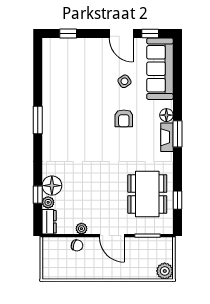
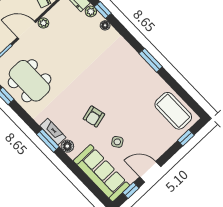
coffee table: (58, 64) -> (173, 111), added
armchair: (124, 118) -> (94, 117), turned -104
floor lamp: (52, 186) -> (105, 25), width x0.53, depth x0.53
plant: (81, 229) -> (43, 23), moved

